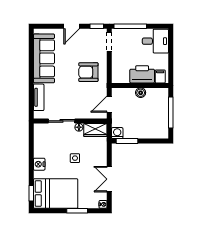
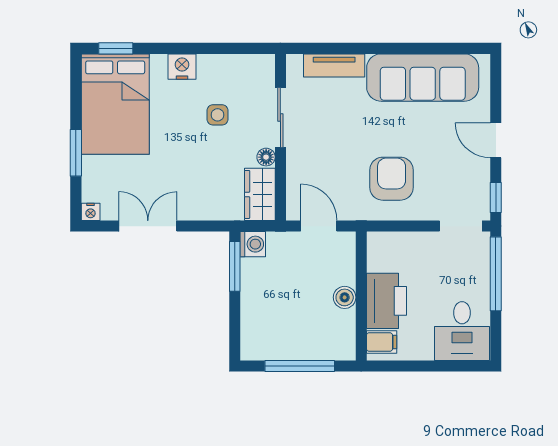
side table: (75, 158) -> (217, 115), moved

